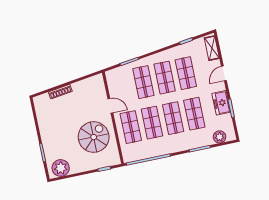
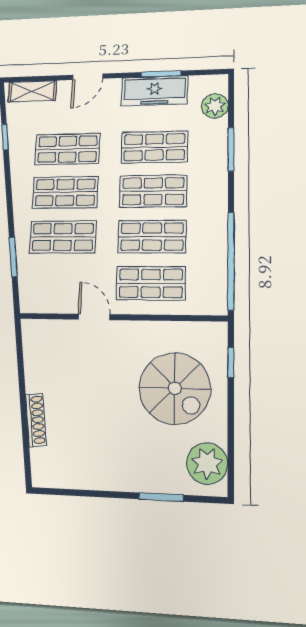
door: (224, 73) -> (88, 77), hinge flipped
freezer: (221, 103) -> (155, 91), width x1.40
door: (110, 106) -> (94, 317), hinge flipped
spiral stairs: (94, 137) -> (175, 388), moved, turned 180

